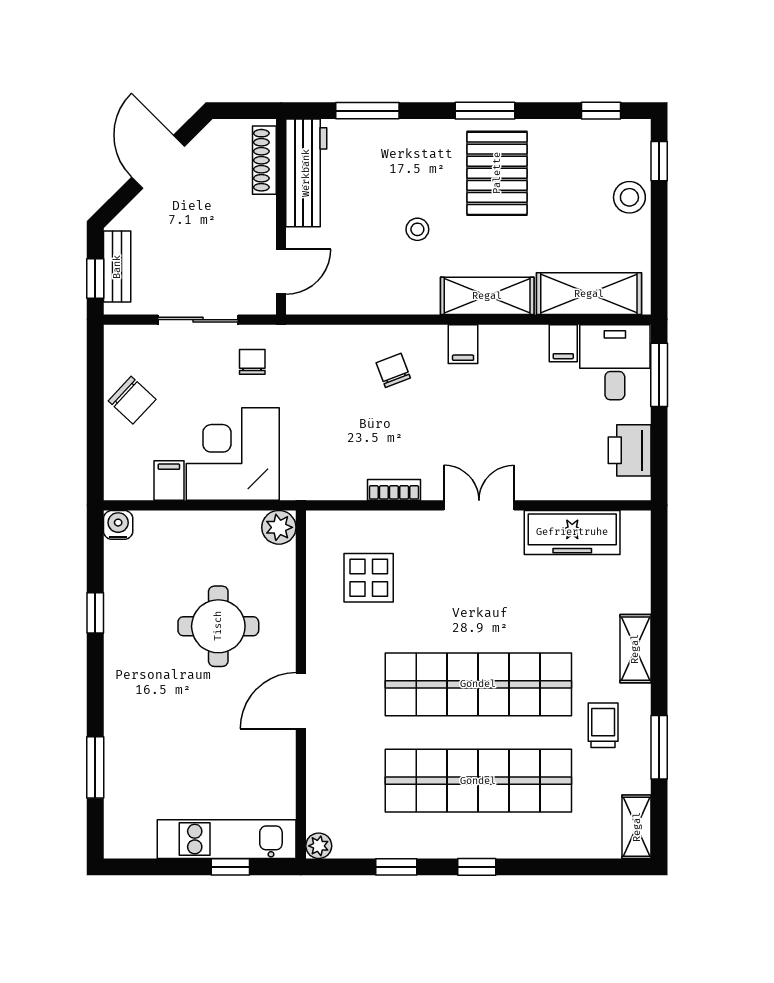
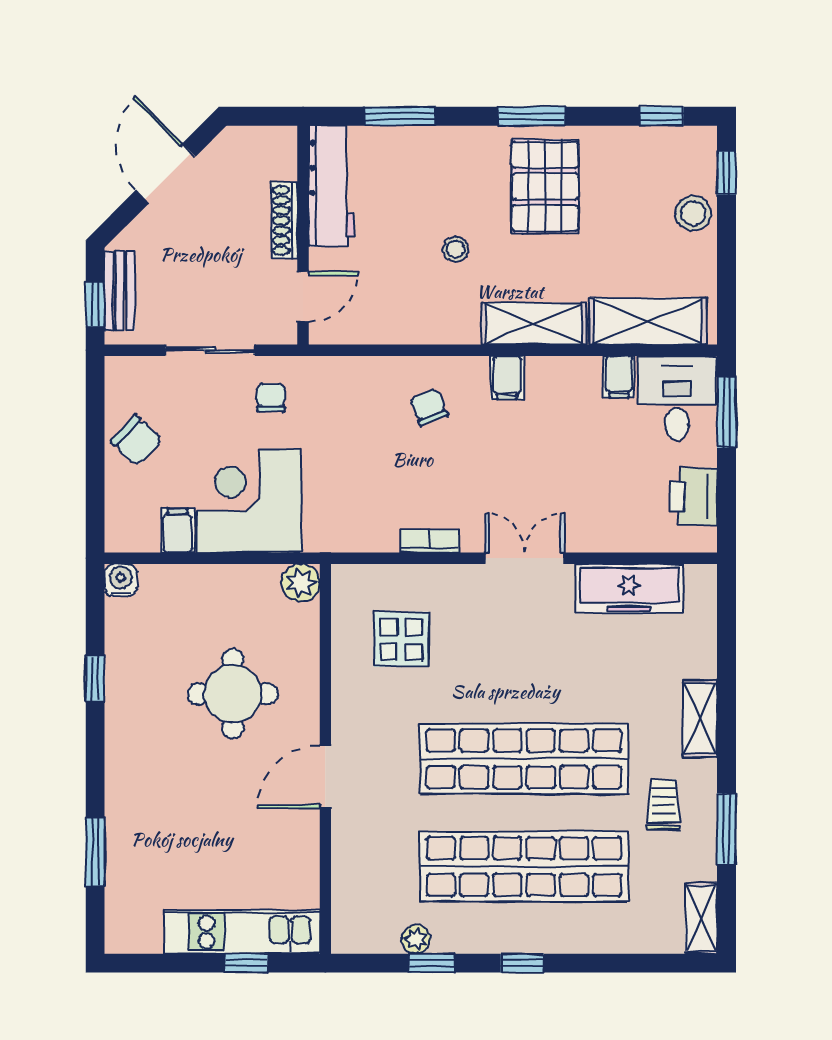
shoe rack: (264, 160) -> (284, 220), moved
plant: (319, 846) -> (416, 939), moved

